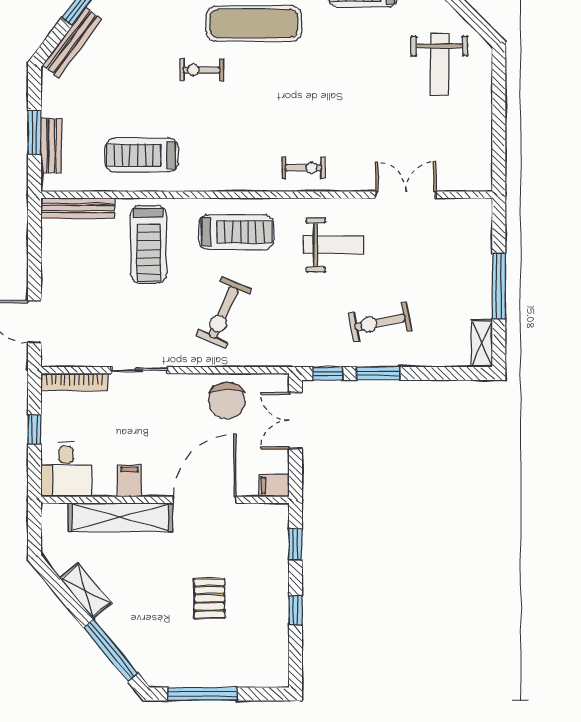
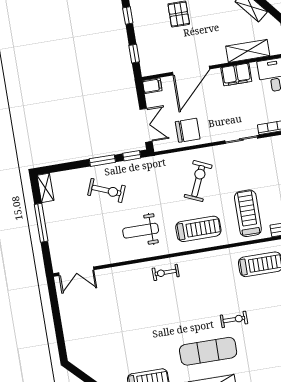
weight bench: (439, 65) -> (97, 345), removed
double door: (406, 195) -> (76, 271), moved
treadmill: (236, 232) -> (198, 229), turned 180
exercise bike: (380, 322) -> (106, 190), turned 33
chair: (227, 401) -> (188, 130), turned 90
filing cabinet: (129, 481) -> (236, 75), width x2.00
shelving: (120, 517) -> (248, 51), width x0.68

